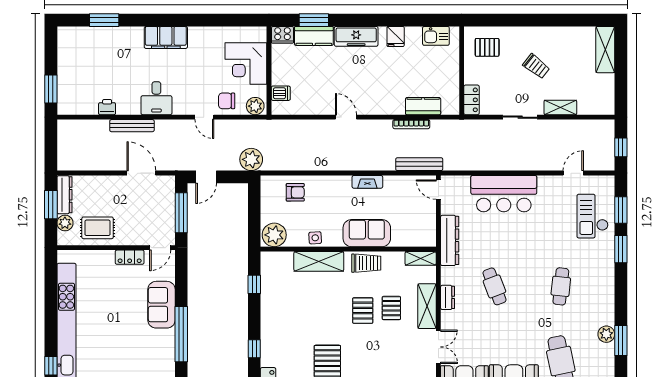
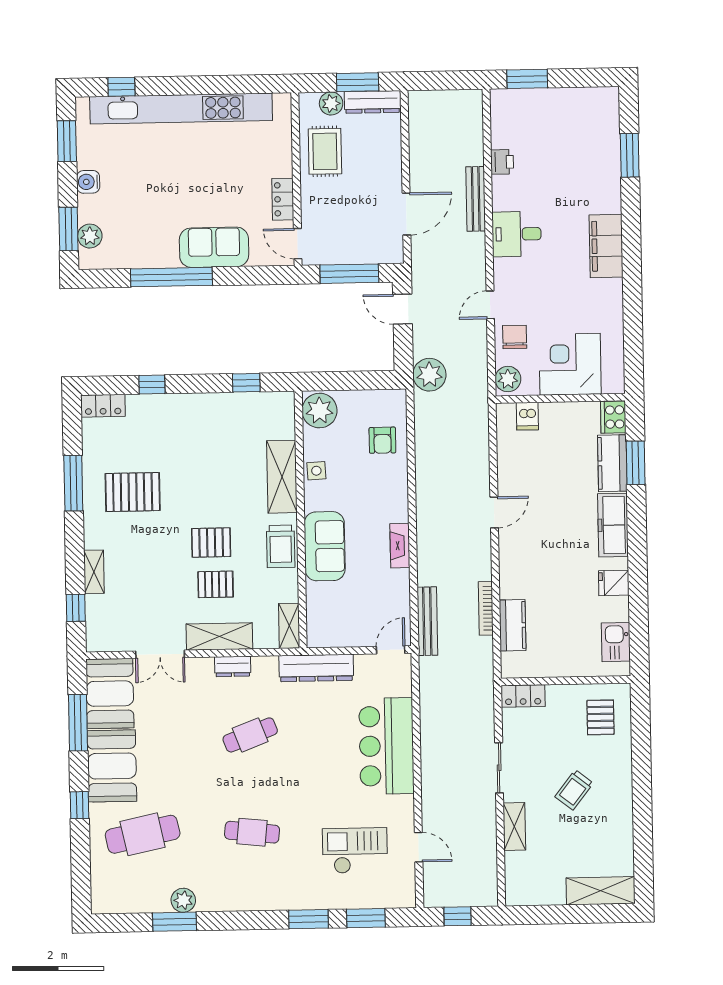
checkout: (592, 216) -> (355, 851), moved

